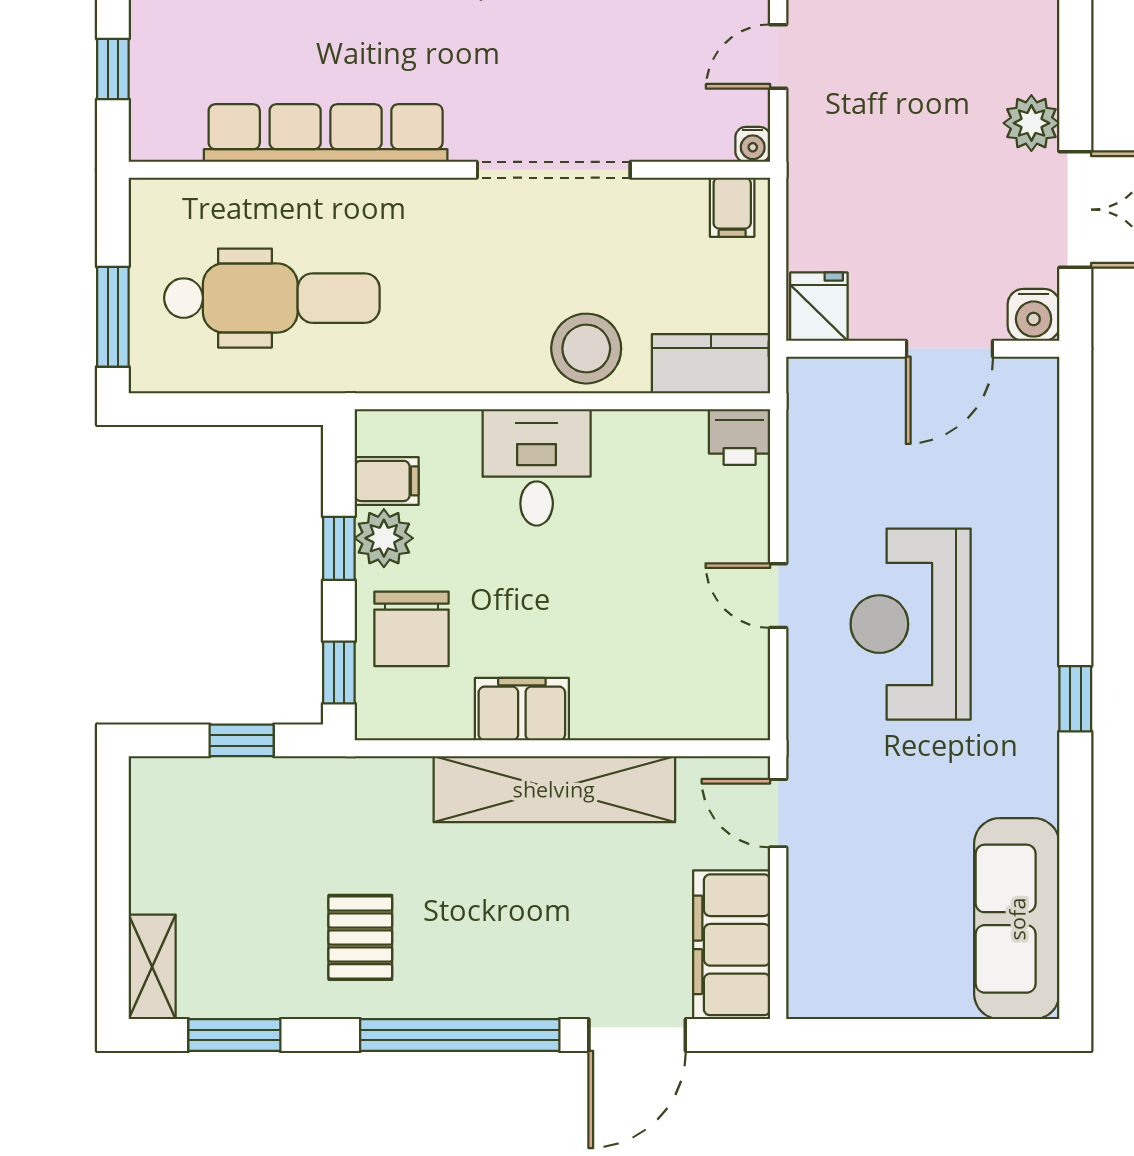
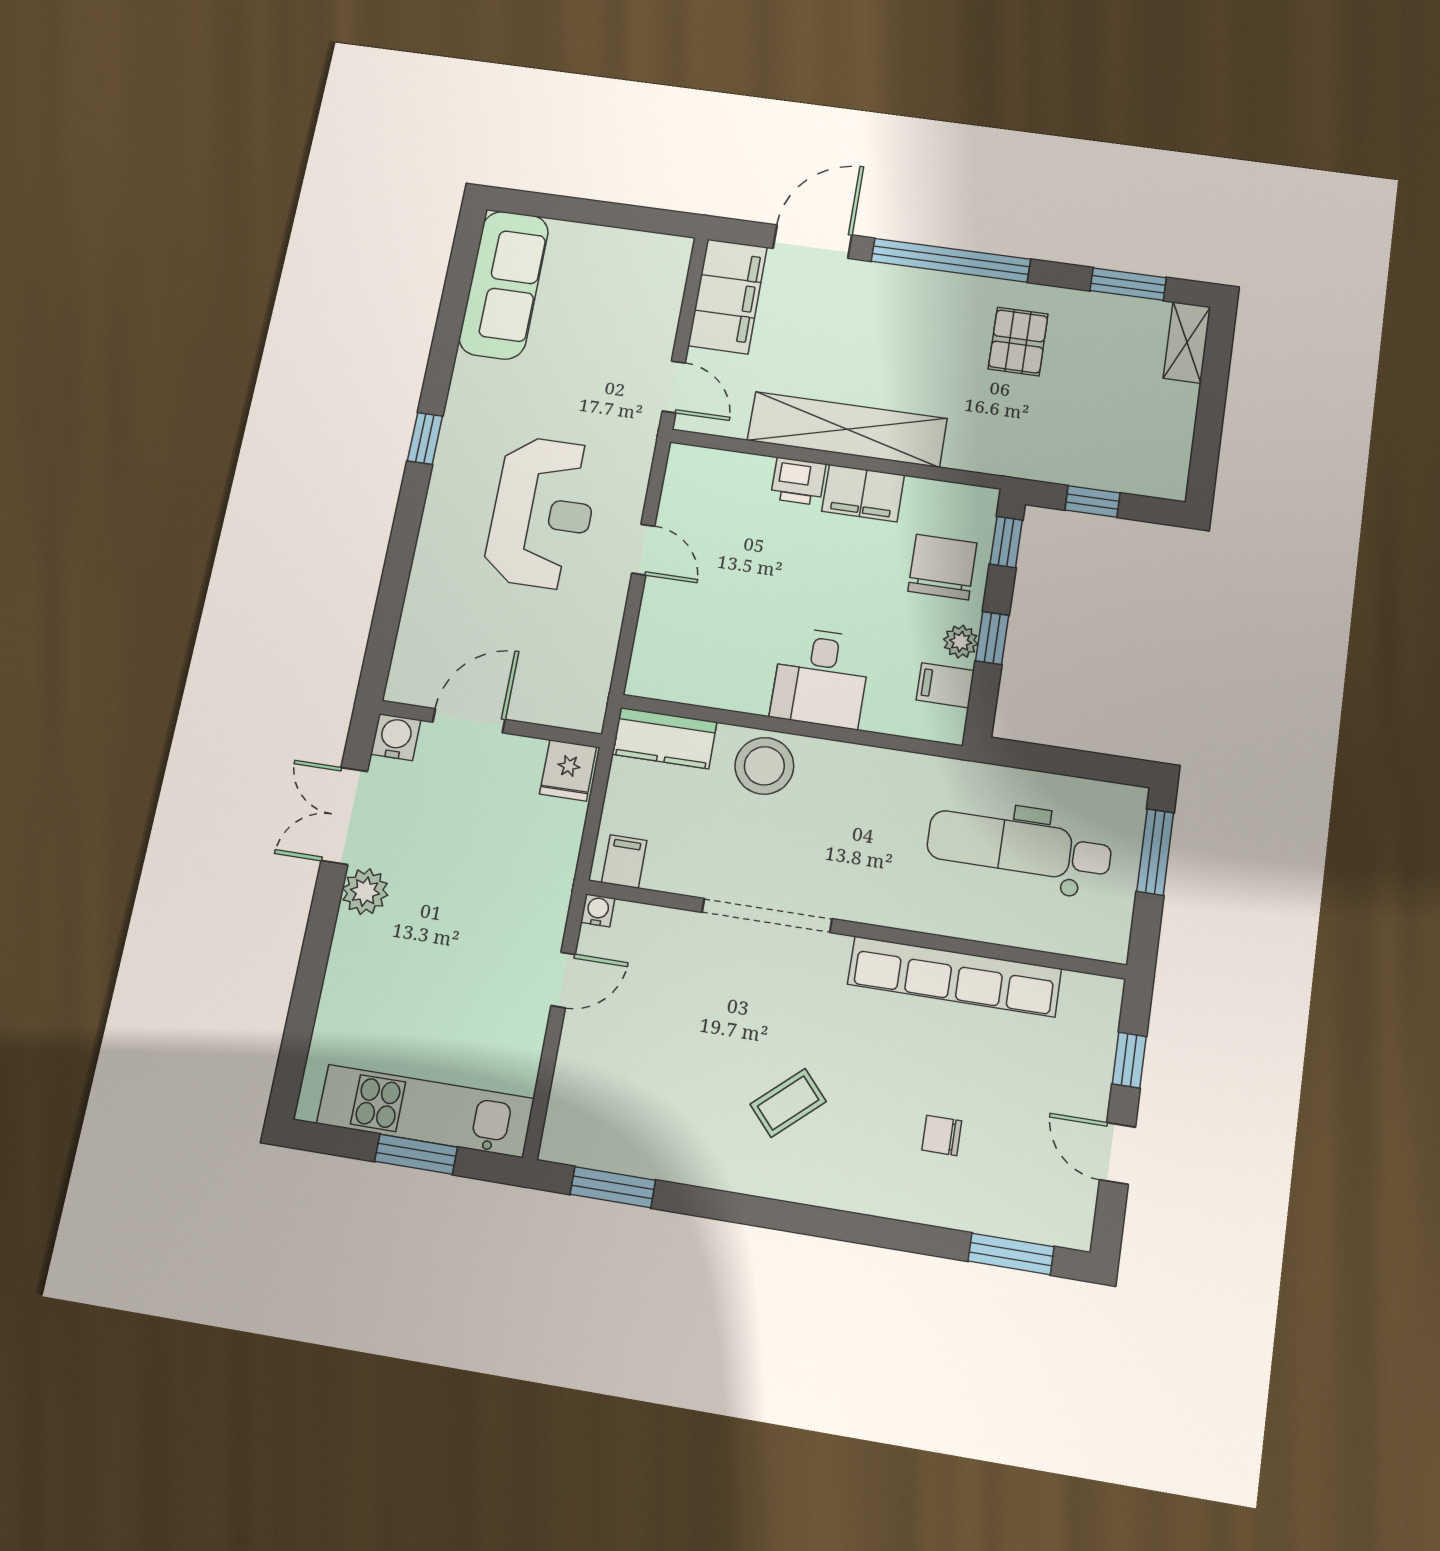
printer: (740, 437) -> (798, 481), moved, turned 180
plant: (384, 538) -> (961, 642), width x0.73, depth x0.73

